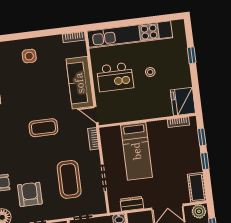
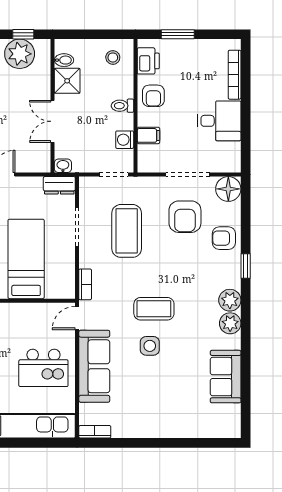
side table: (29, 56) -> (150, 346), moved
kitchen island: (115, 77) -> (43, 368), turned 180
door: (96, 115) -> (77, 318), swing flipped
dresser: (132, 204) -> (59, 185), moved

